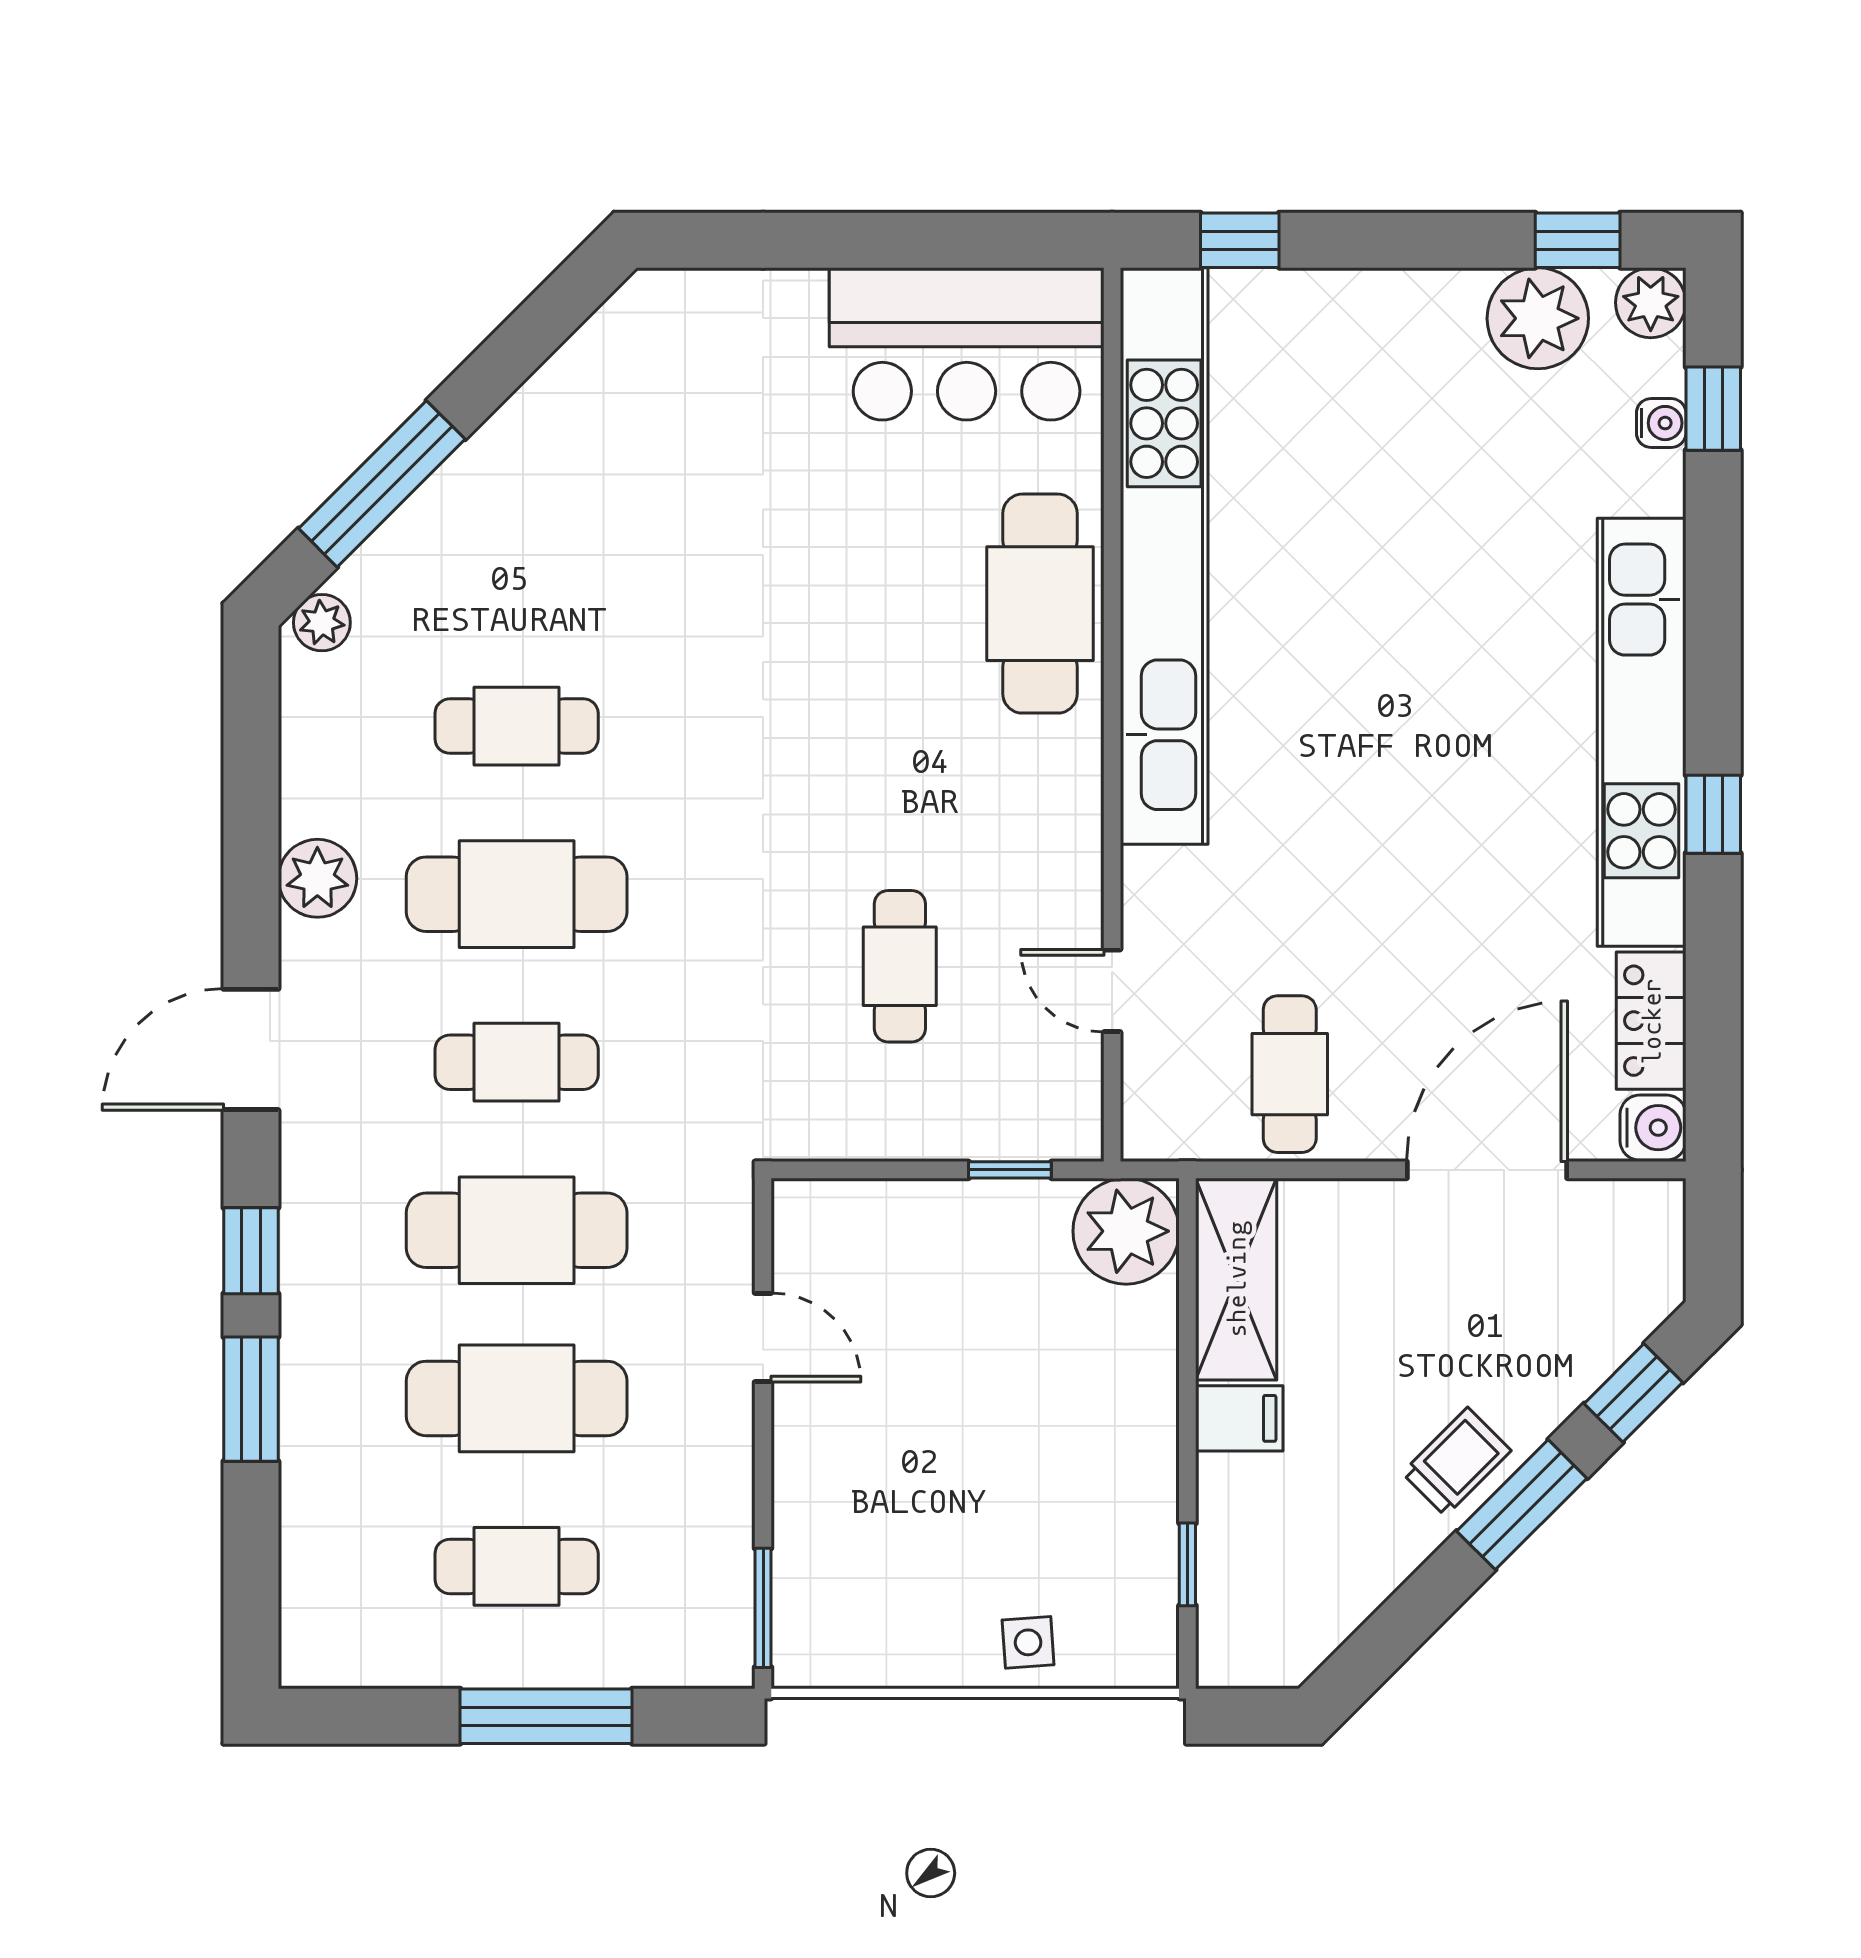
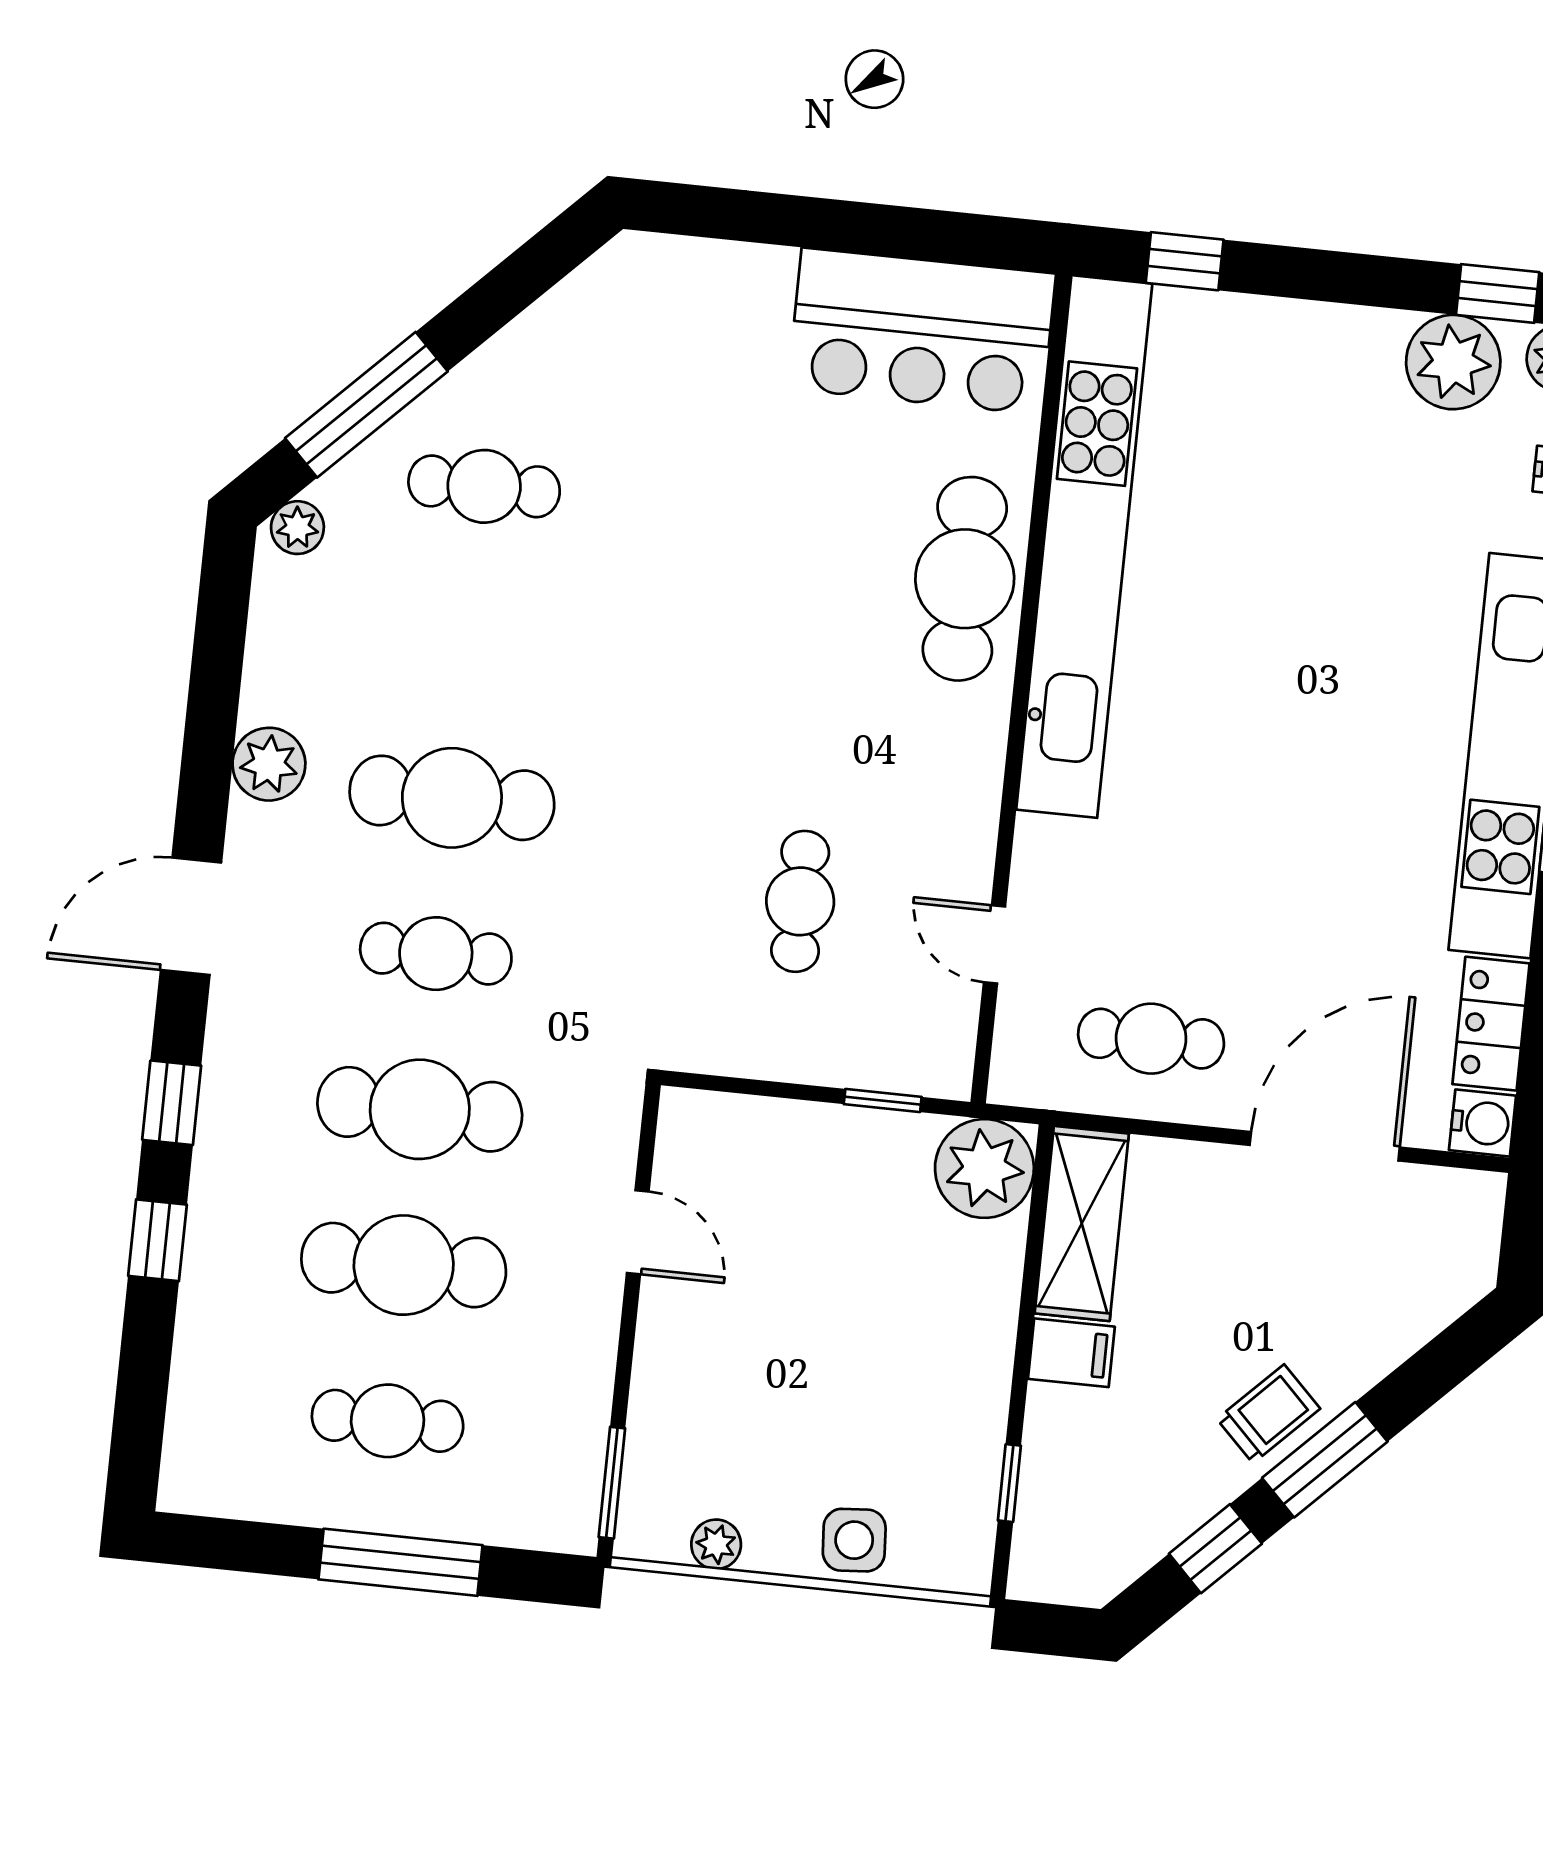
cafe table: (517, 726) -> (484, 486), moved
cafe table: (1290, 1074) -> (1151, 1039), turned 90
window: (1633, 1393) -> (1215, 1549), moved
window: (251, 1399) -> (157, 1240), width x0.67
side table: (1028, 1642) -> (854, 1540), width x1.37, depth x1.37
plant: (881, 1662) -> (716, 1544), added

